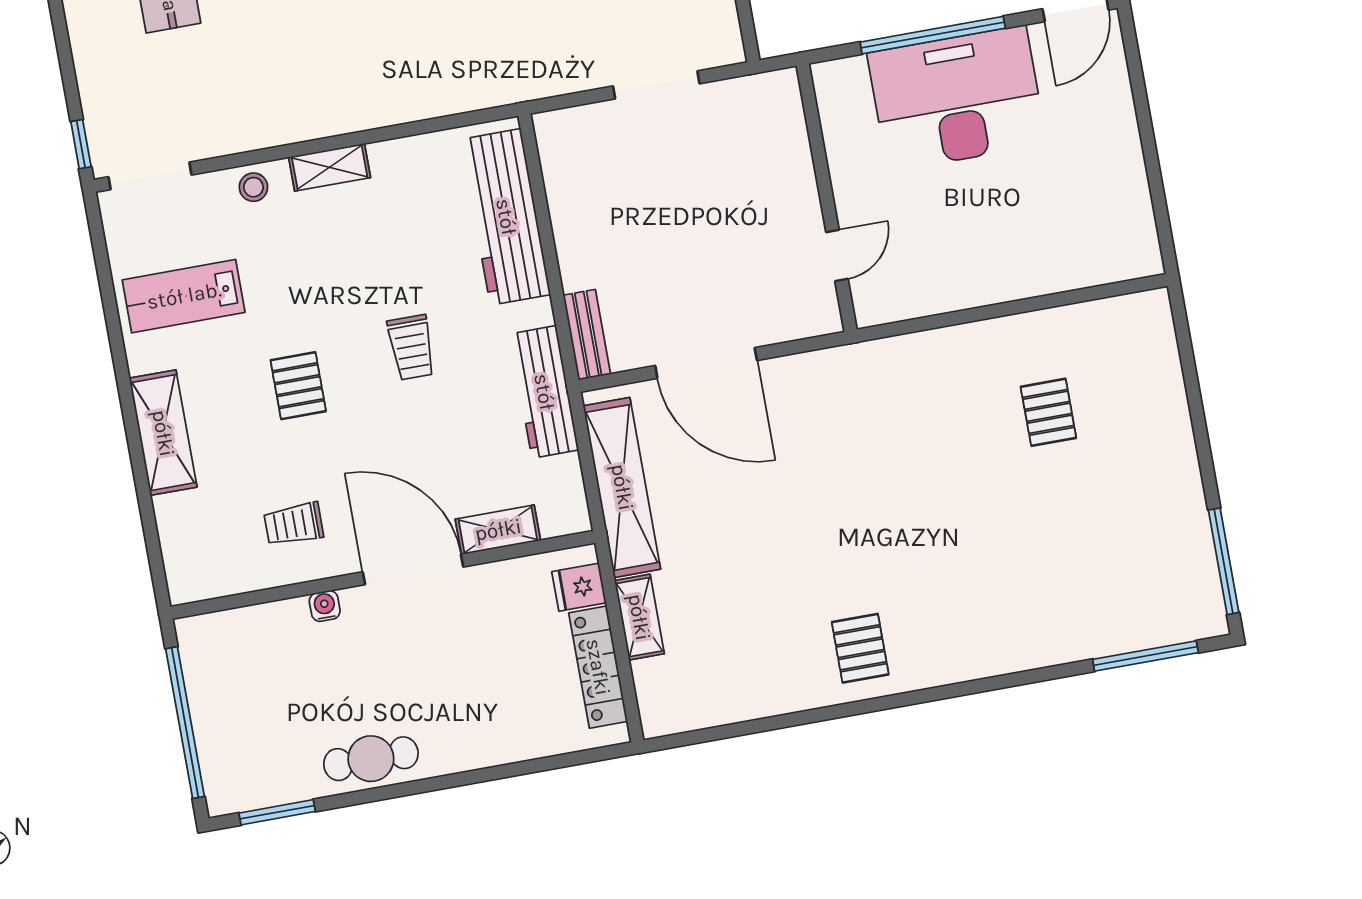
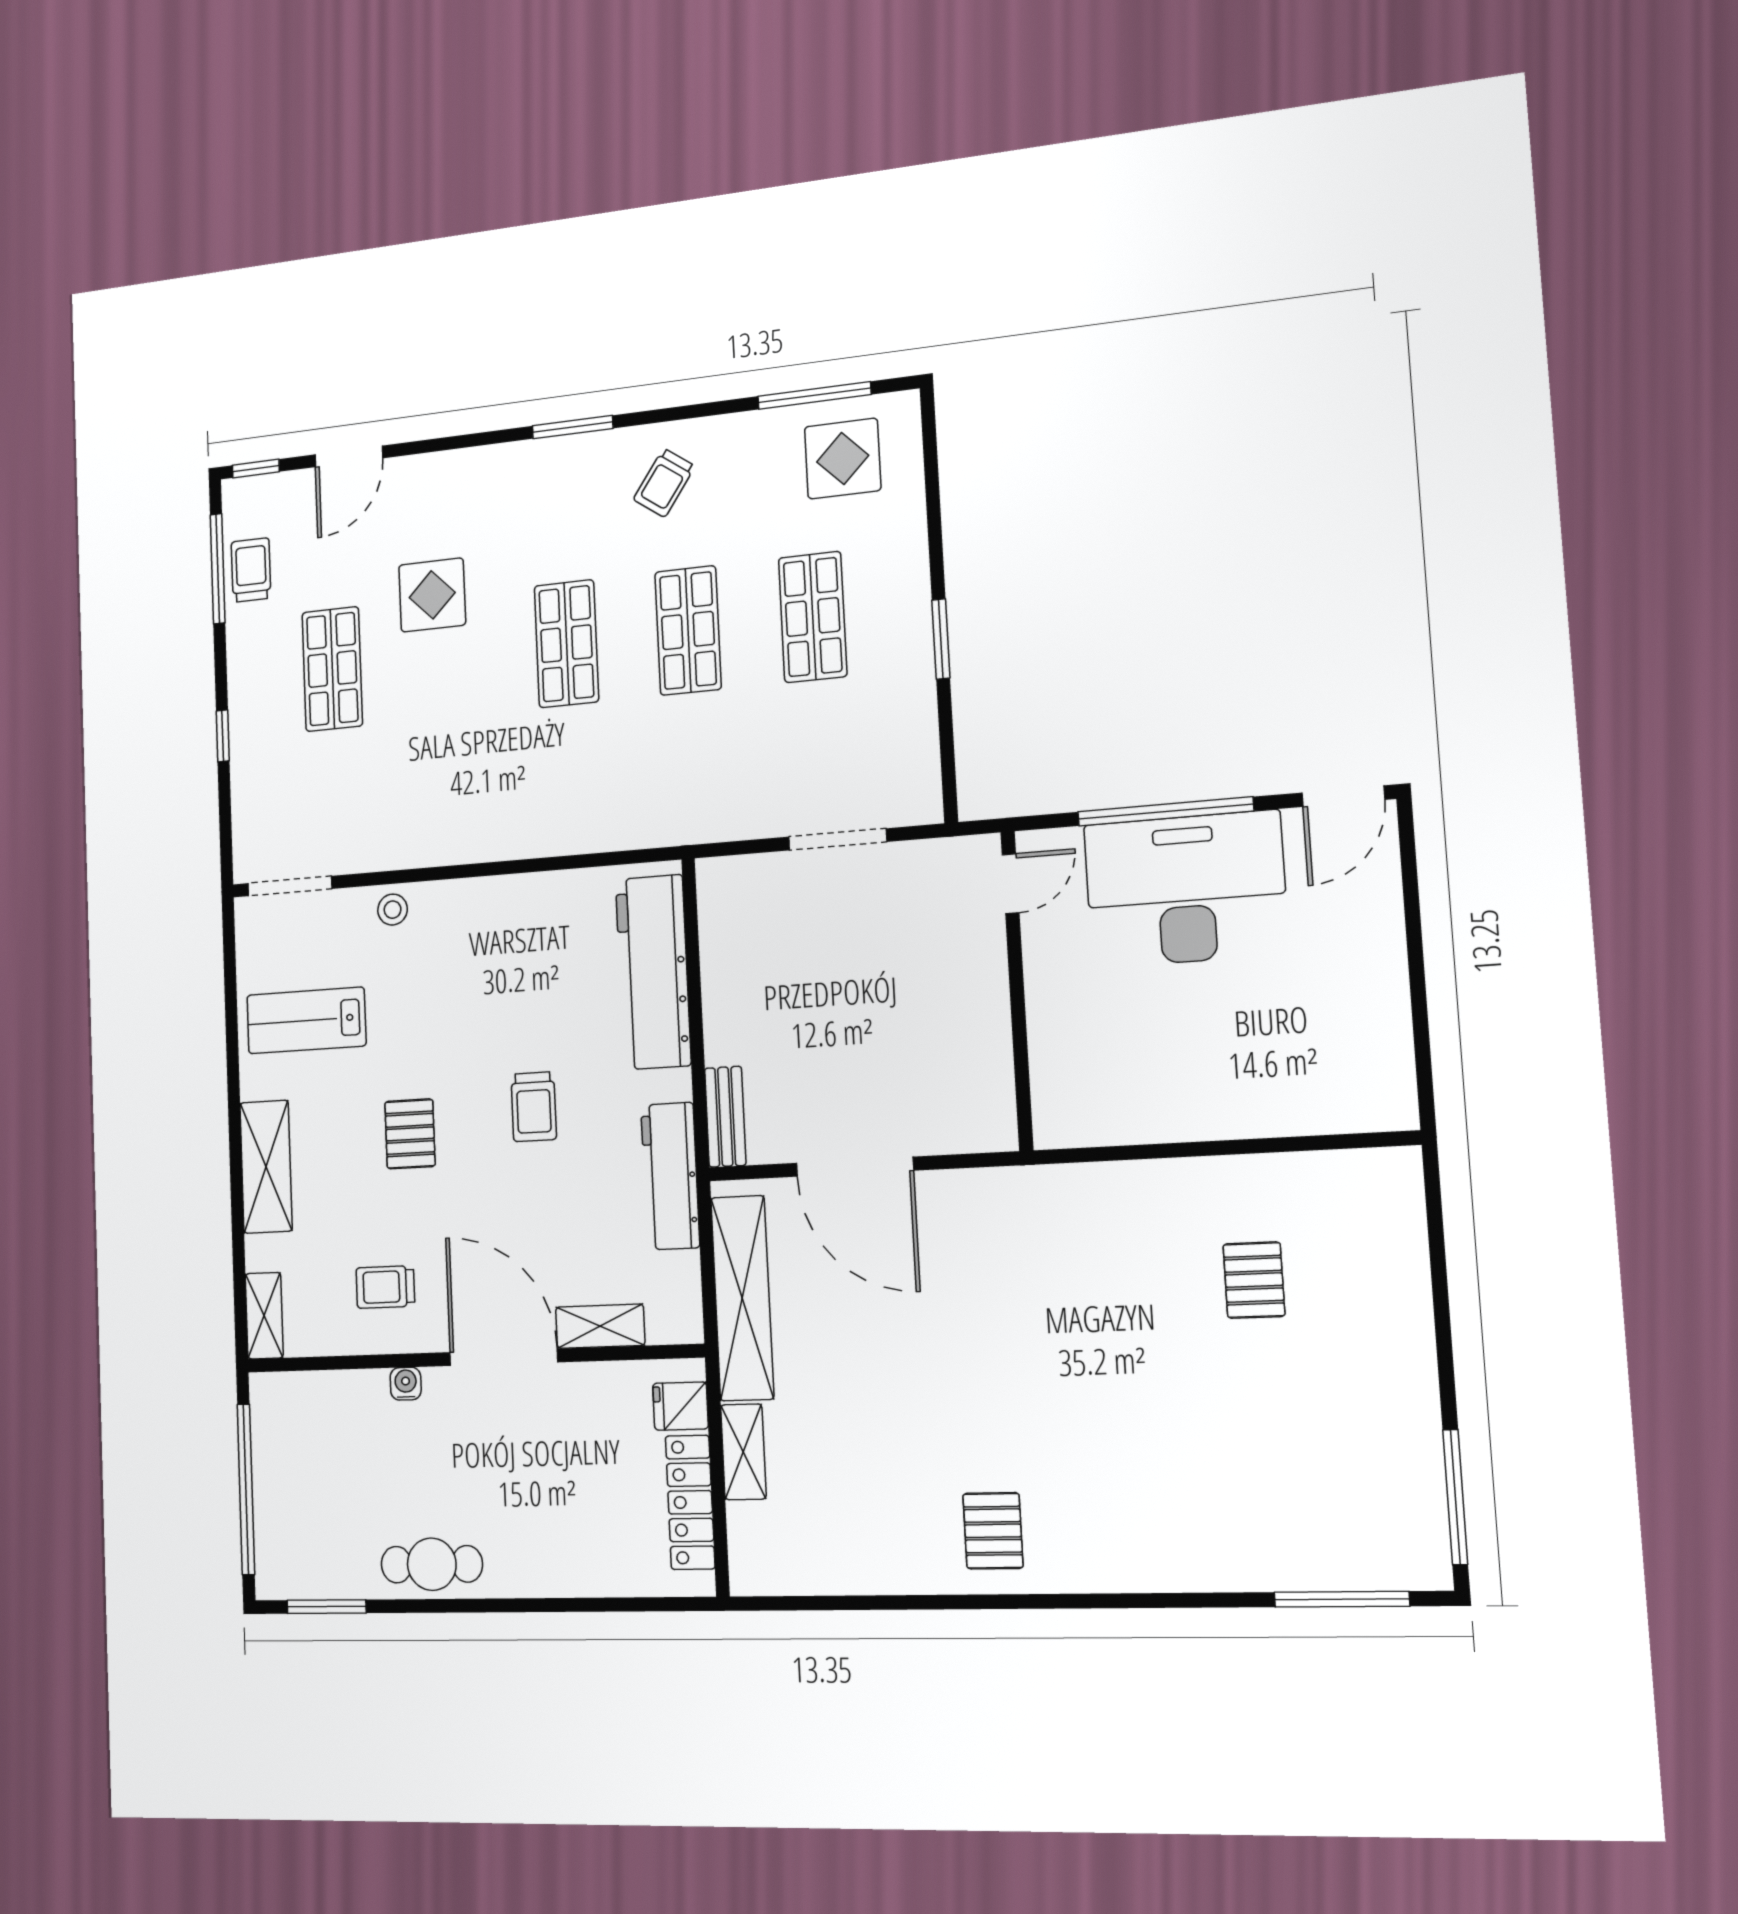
window: (81, 144) -> (223, 736), moved
shelving: (330, 167) -> (264, 1316), moved, turned 90
door: (837, 255) -> (1011, 884), moved

